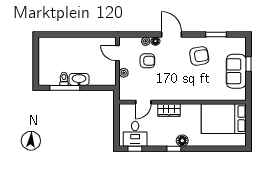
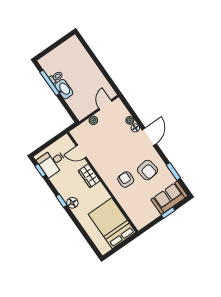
armchair: (147, 61) -> (126, 180), moved, turned 180
sofa: (236, 71) -> (169, 198), moved

